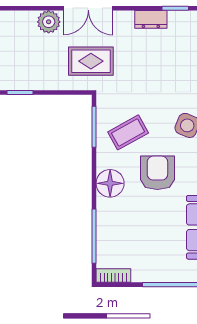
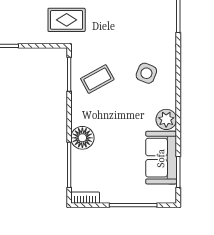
armchair: (157, 173) -> (122, 112), removed
floor lamp: (110, 183) -> (82, 138), moved

